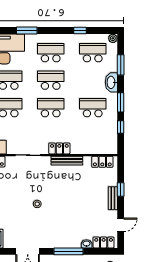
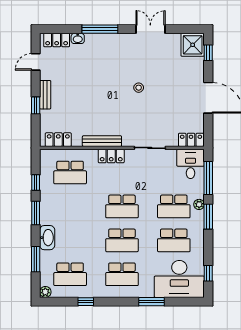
school desk: (93, 108) -> (70, 173), moved

